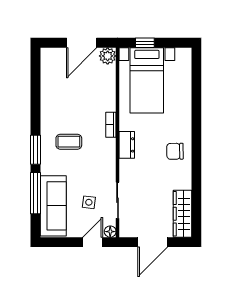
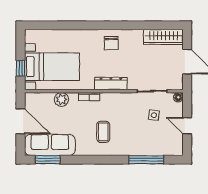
plant: (108, 56) -> (61, 99), moved
dresser: (127, 145) -> (111, 83), width x1.44
window: (36, 150) -> (48, 160), moved
sofa: (53, 206) -> (50, 145), moved
door: (93, 242) -> (187, 126), moved

